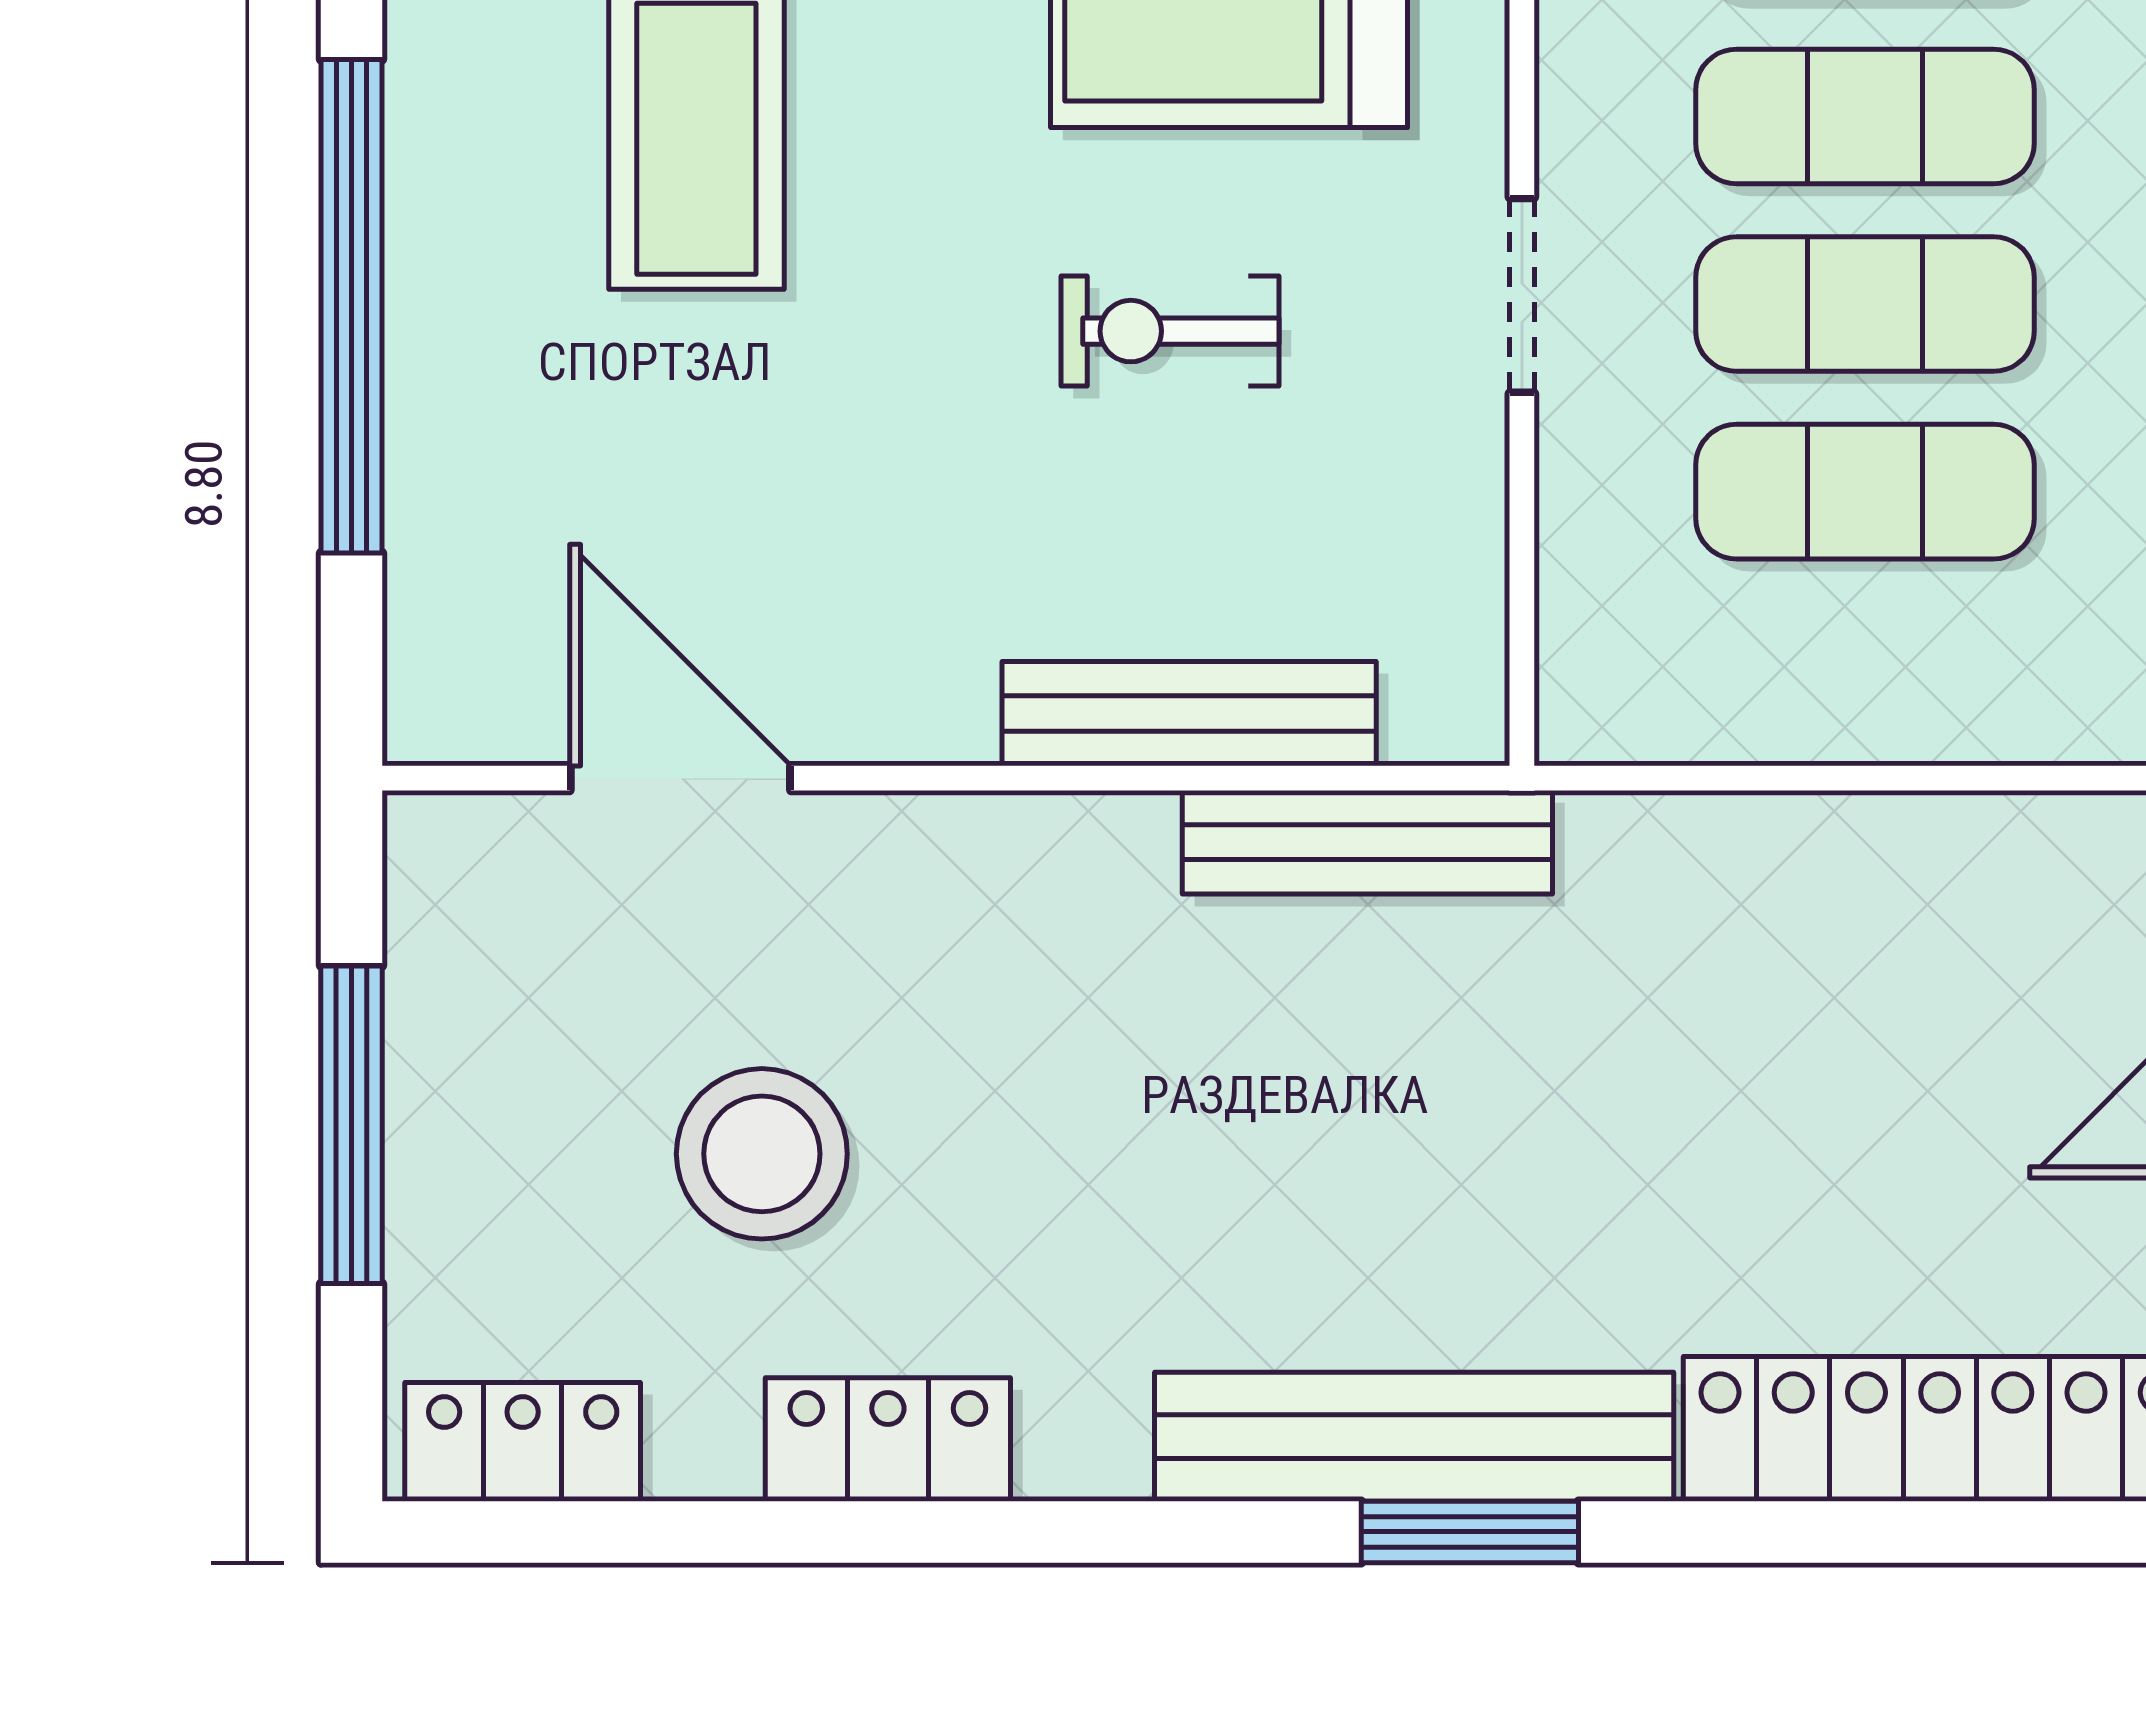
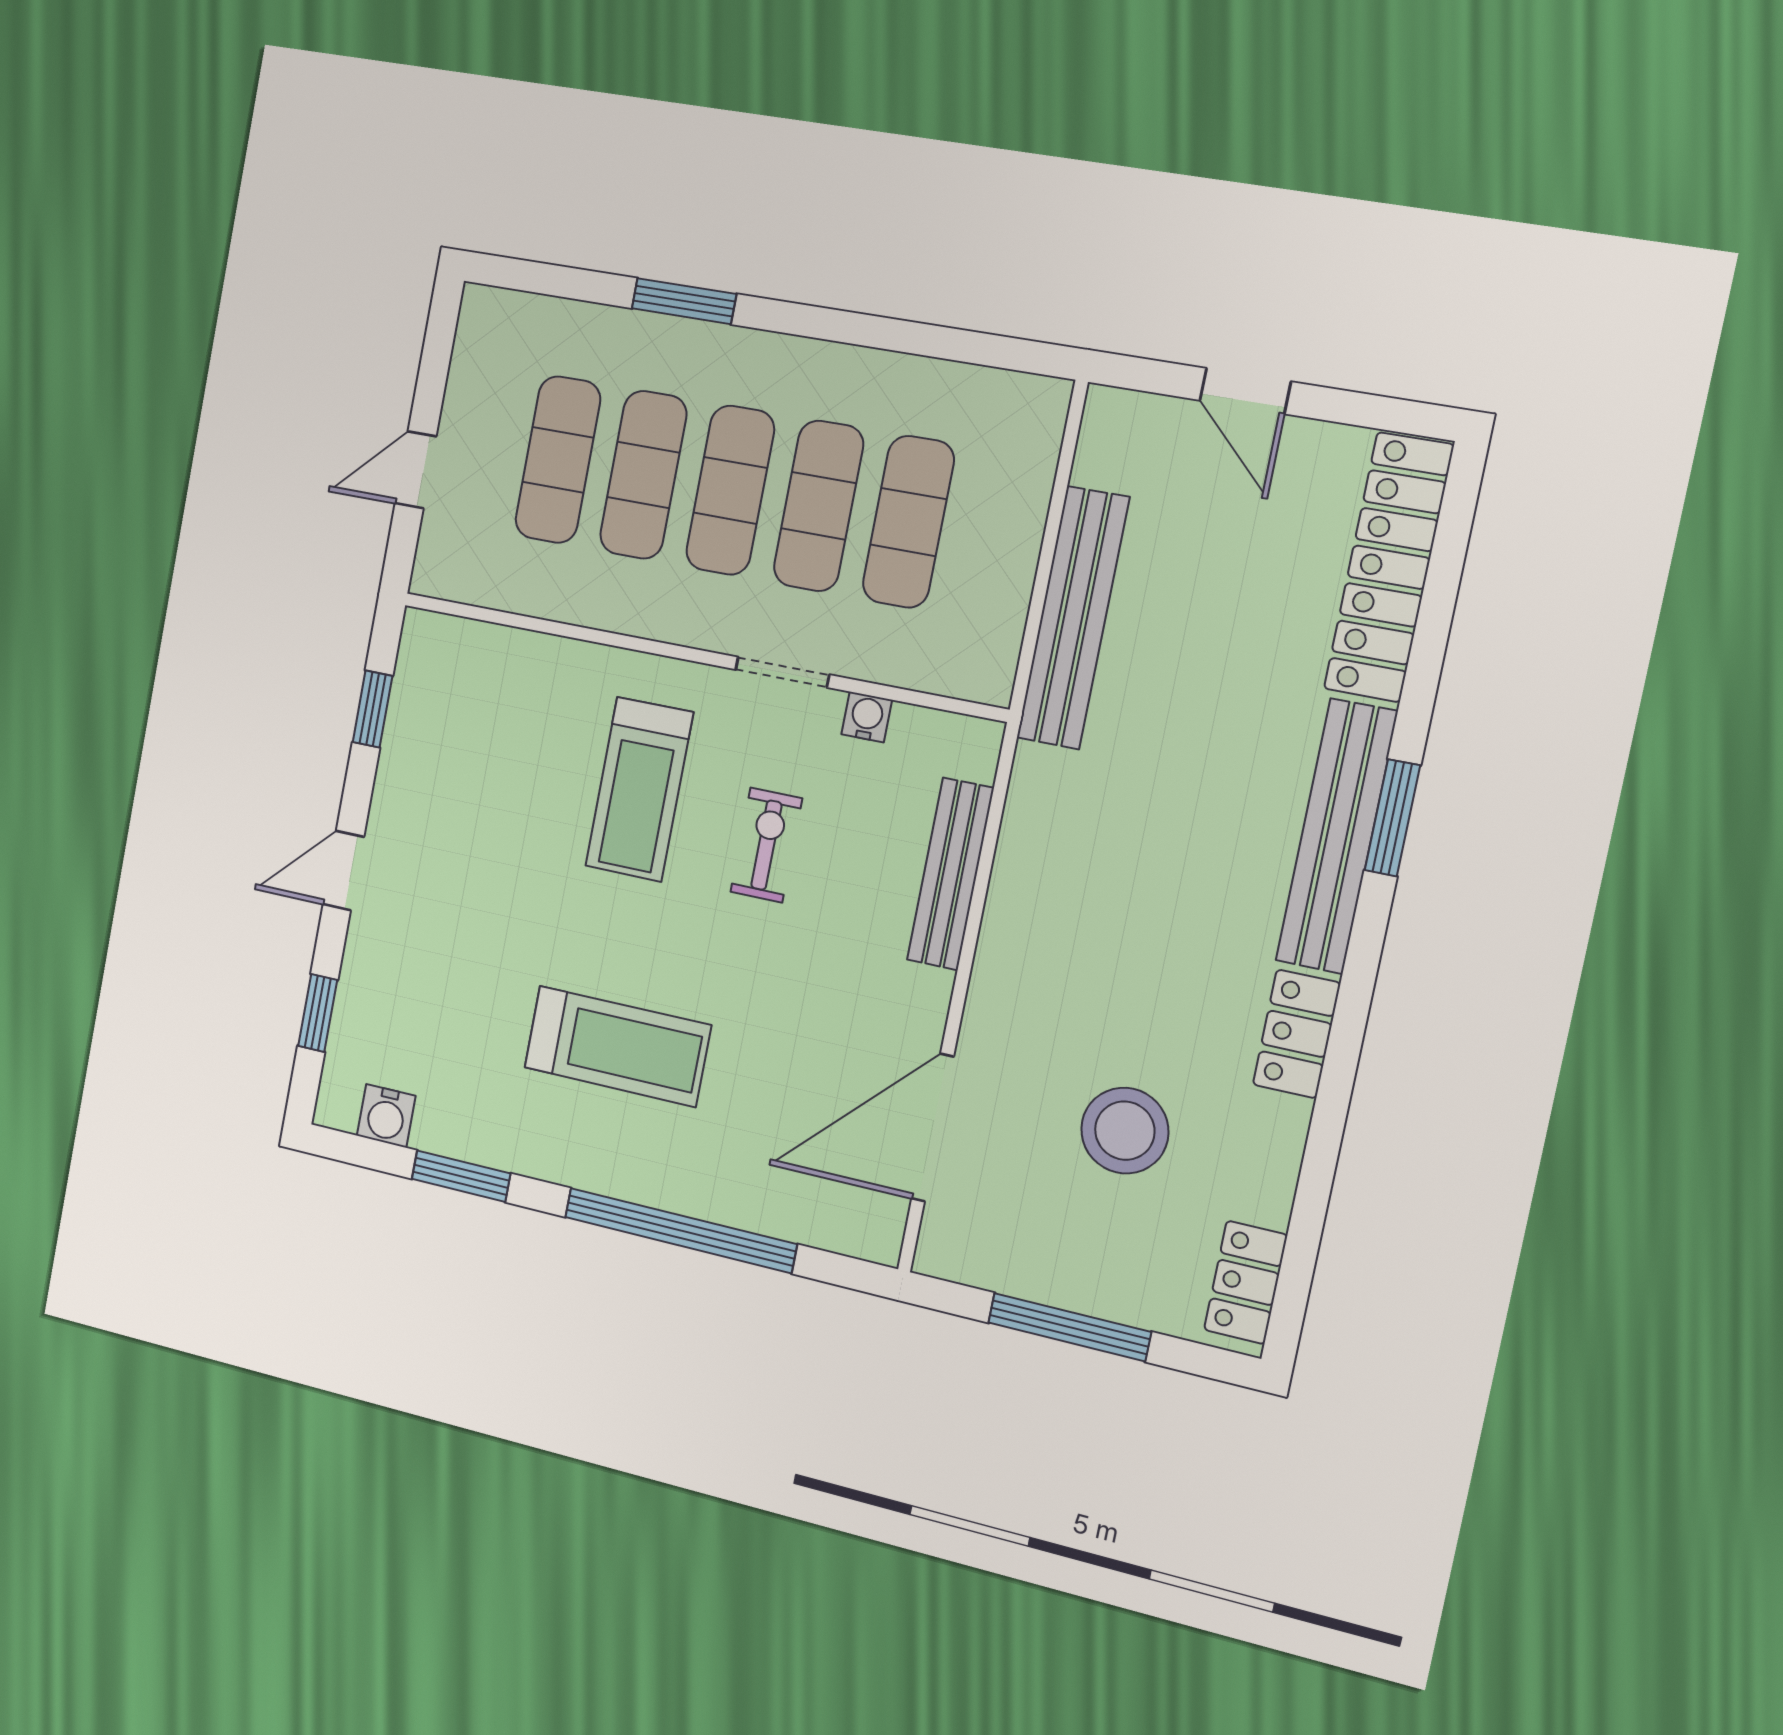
exercise bike: (1170, 331) -> (766, 845), turned 180
water cooler: (1465, 485) -> (867, 717), added
door: (680, 778) -> (933, 1128), width x1.36
bench: (1367, 842) -> (1073, 618), moved, width x1.37, depth x1.21
locker: (888, 1439) -> (1297, 1034), moved

